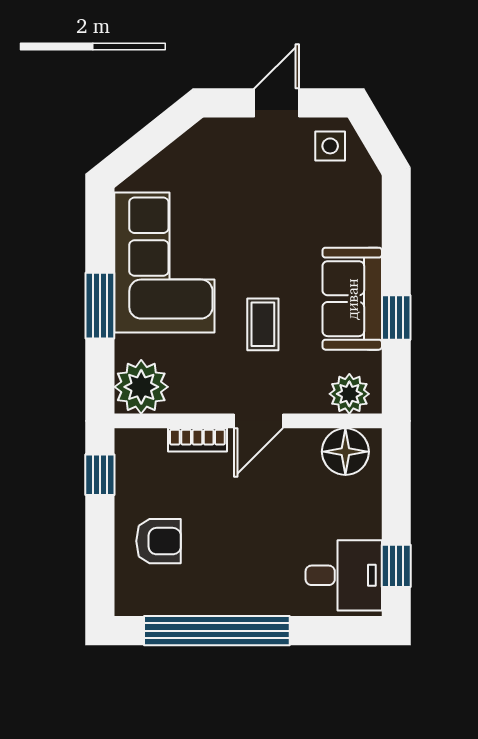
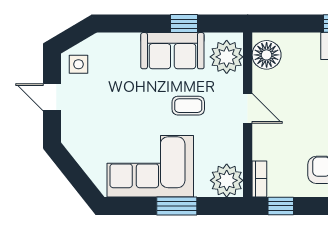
plant: (349, 394) -> (227, 57), width x1.36, depth x1.36
bookcase: (197, 440) -> (259, 179), moved

